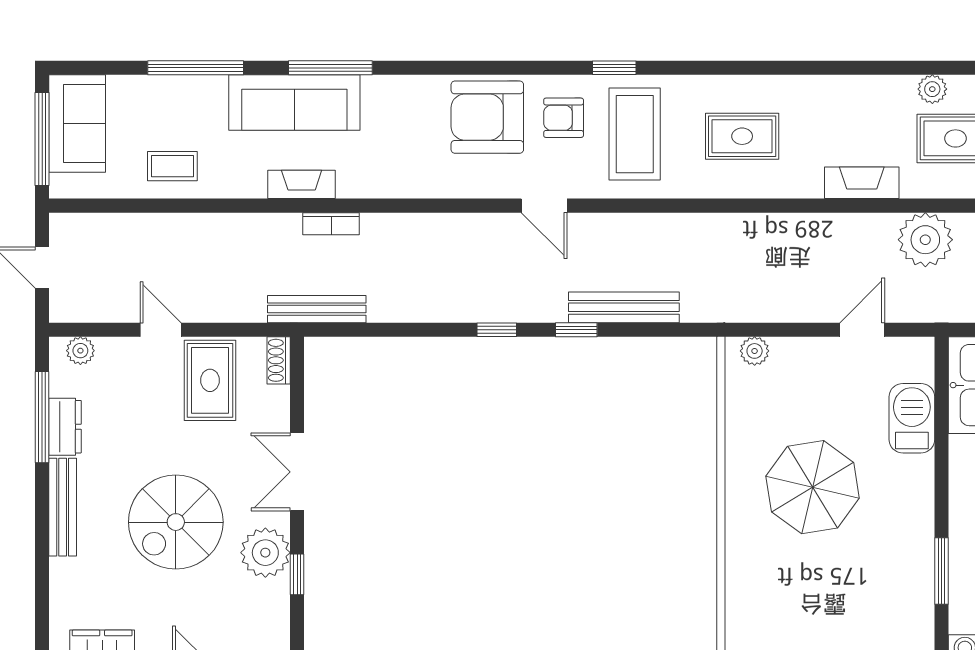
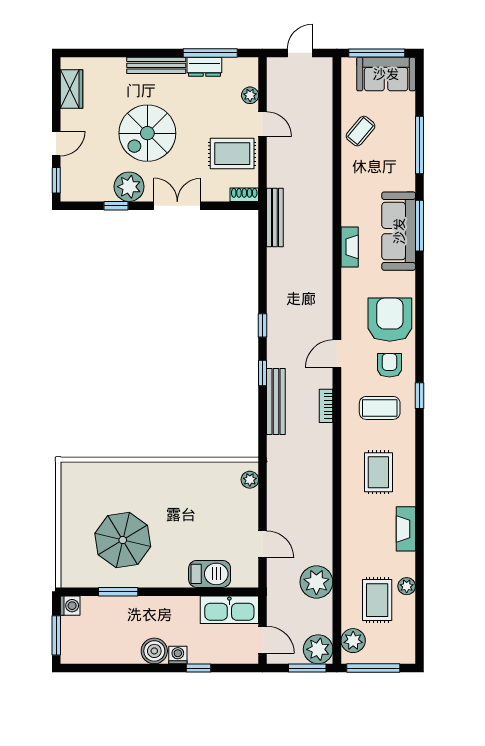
sofa: (294, 103) -> (399, 231), moved
coffee table: (635, 134) -> (380, 408), width x0.73, depth x0.76
coffee table: (172, 166) -> (361, 131), turned 40
fireplace: (862, 183) -> (406, 529), moved, turned 180
fireplace: (302, 184) -> (350, 247), moved
bookcase: (331, 224) -> (326, 406), moved
door: (161, 330) -> (263, 124), hinge flipped
plant: (80, 351) -> (250, 95), moved
parasol: (813, 487) -> (123, 540), moved
spiral stairs: (176, 522) -> (147, 133), turned -90

